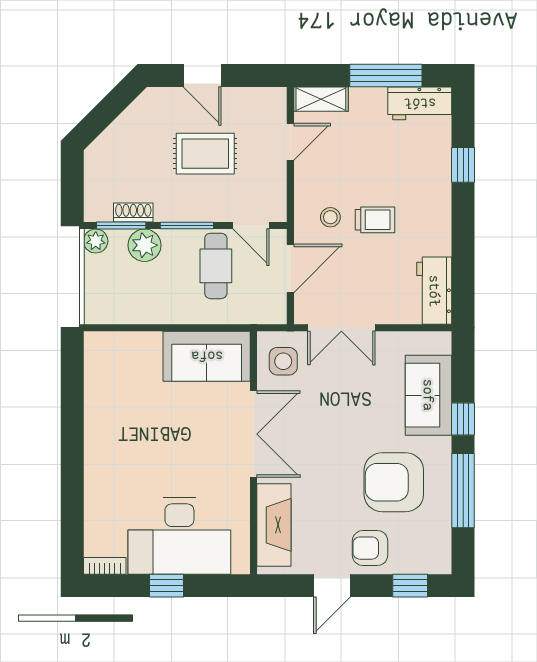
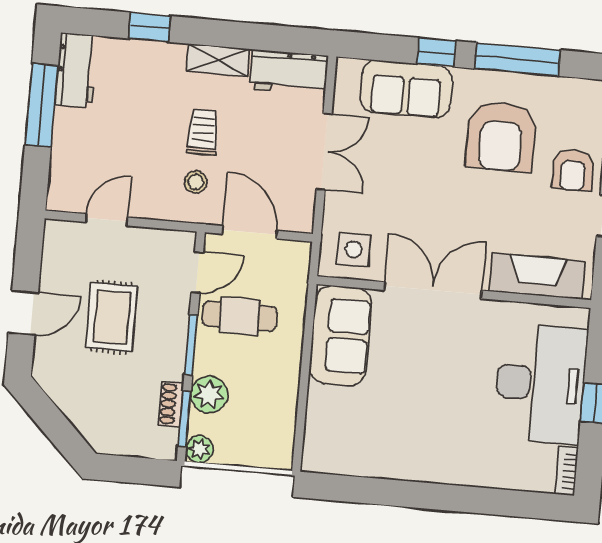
shelving: (321, 99) -> (218, 60), moved, turned 90
door: (290, 142) -> (107, 220), hinge flipped
double door: (341, 328) -> (324, 152), moved

